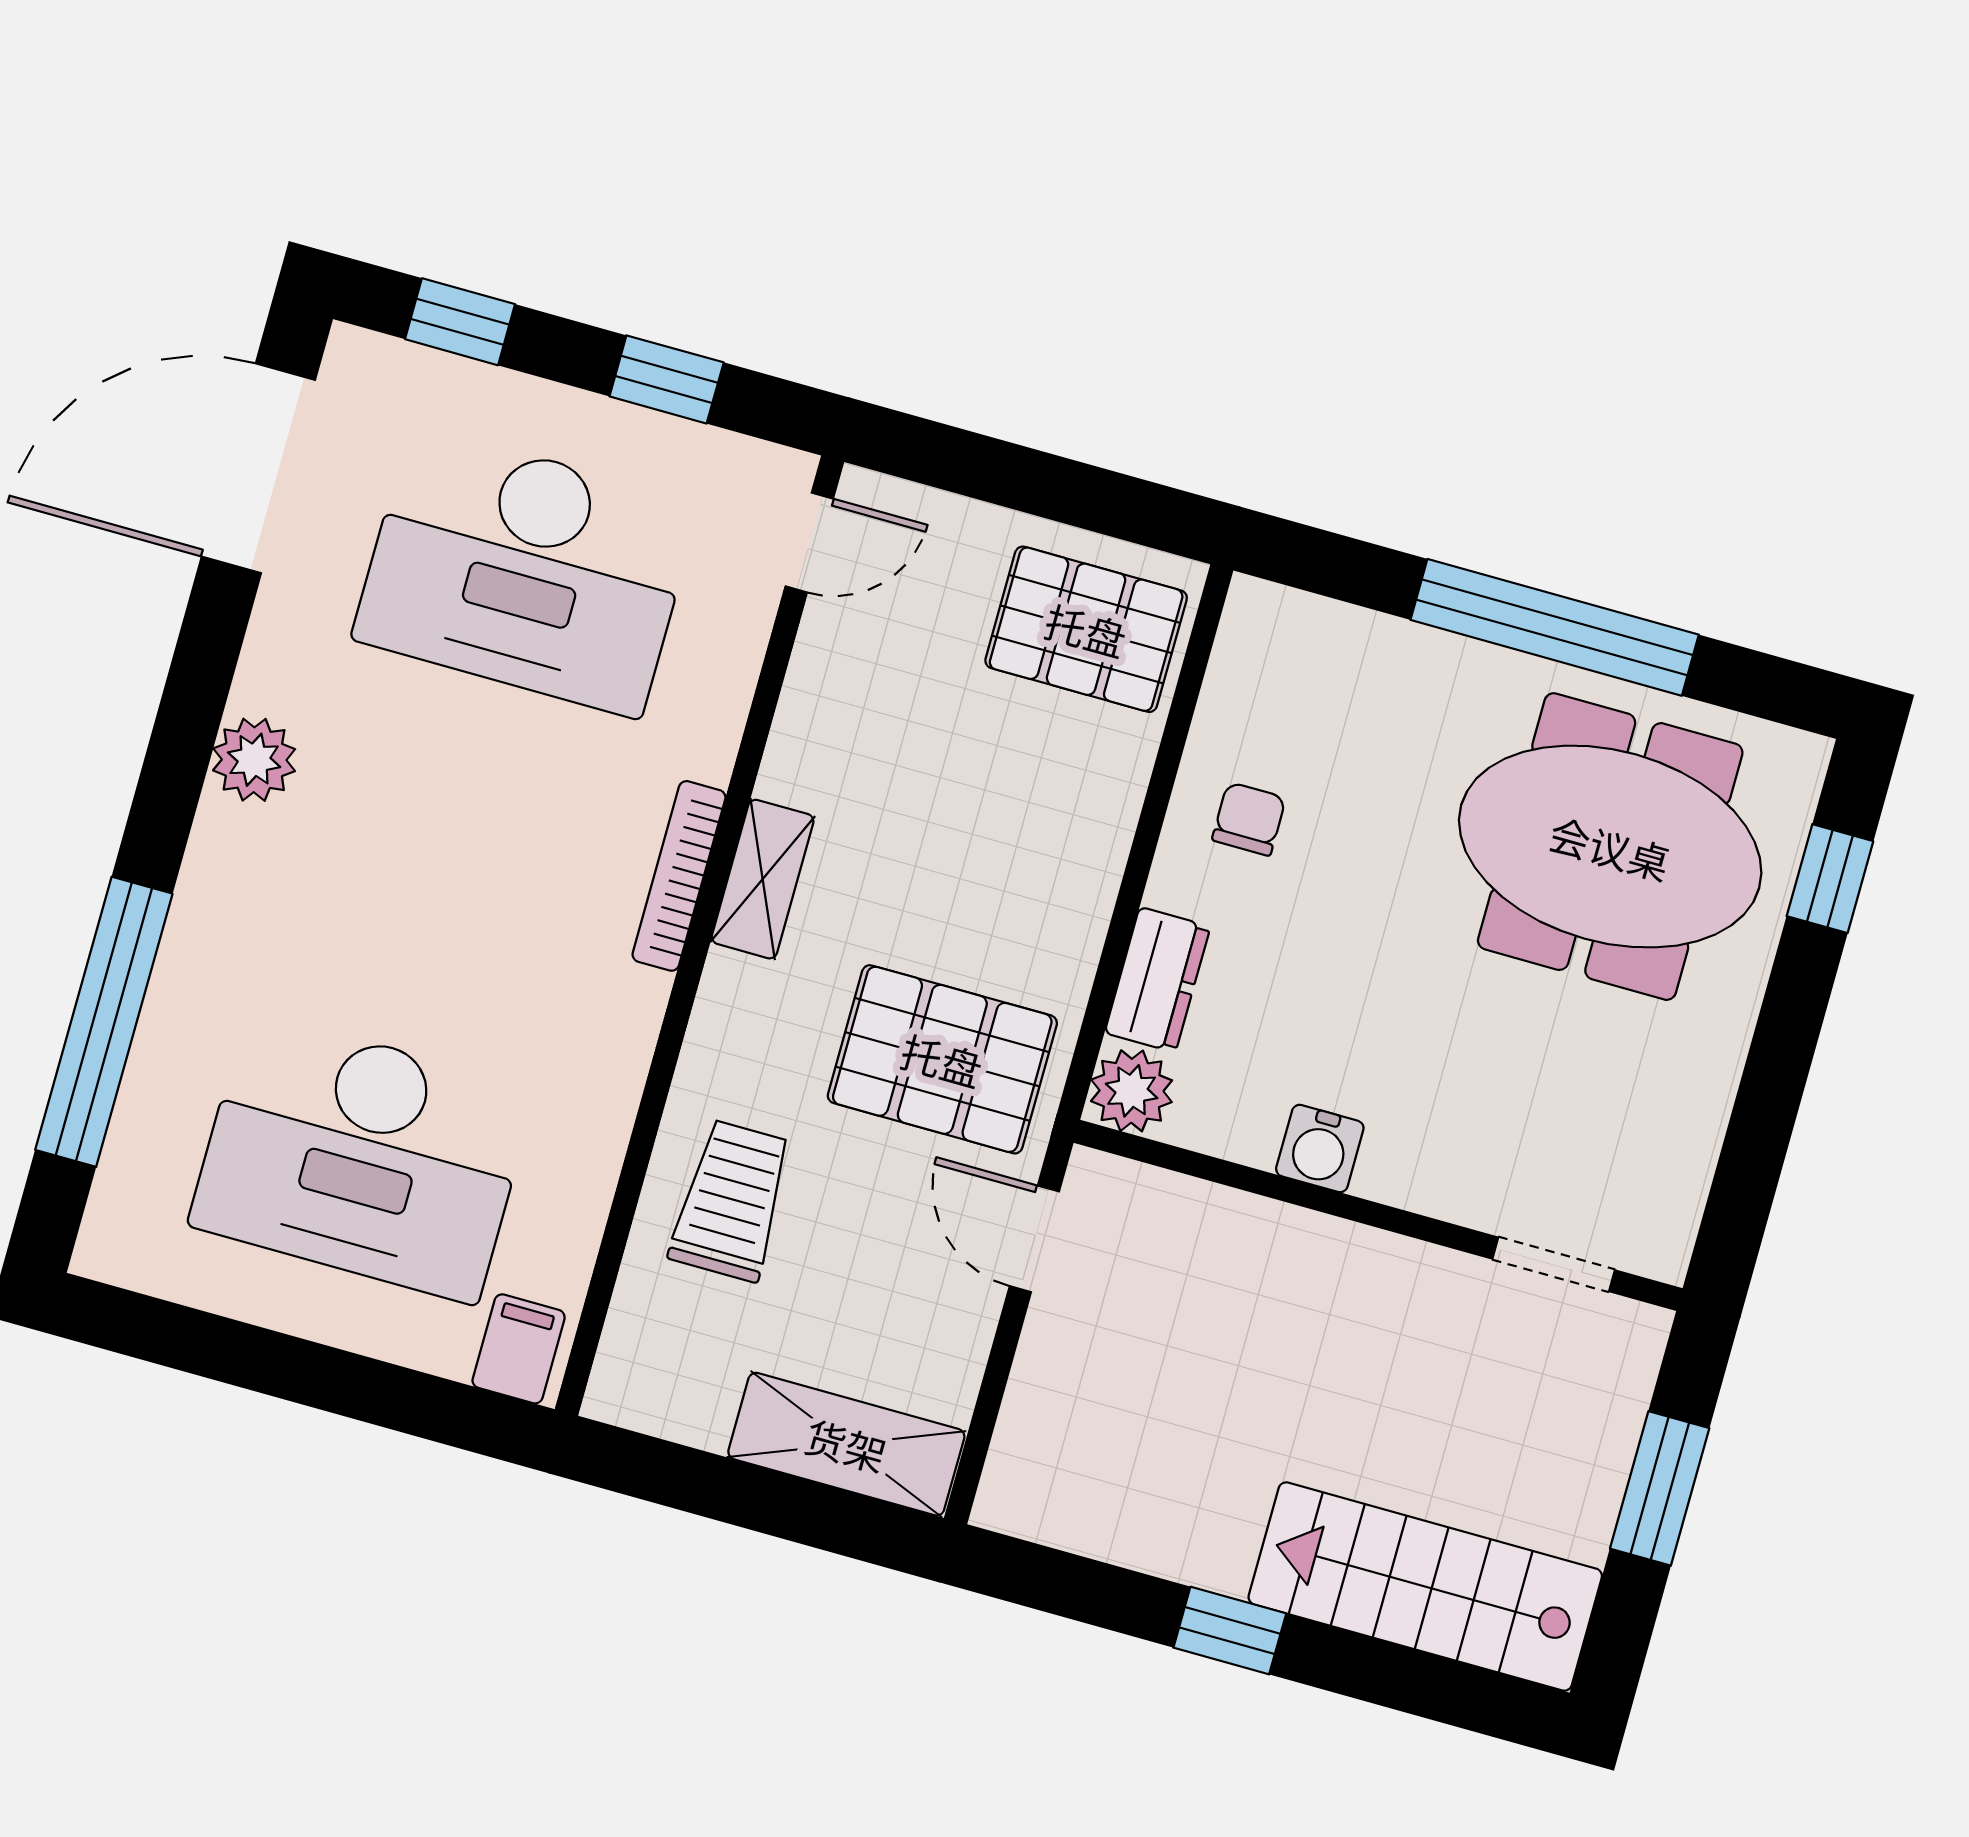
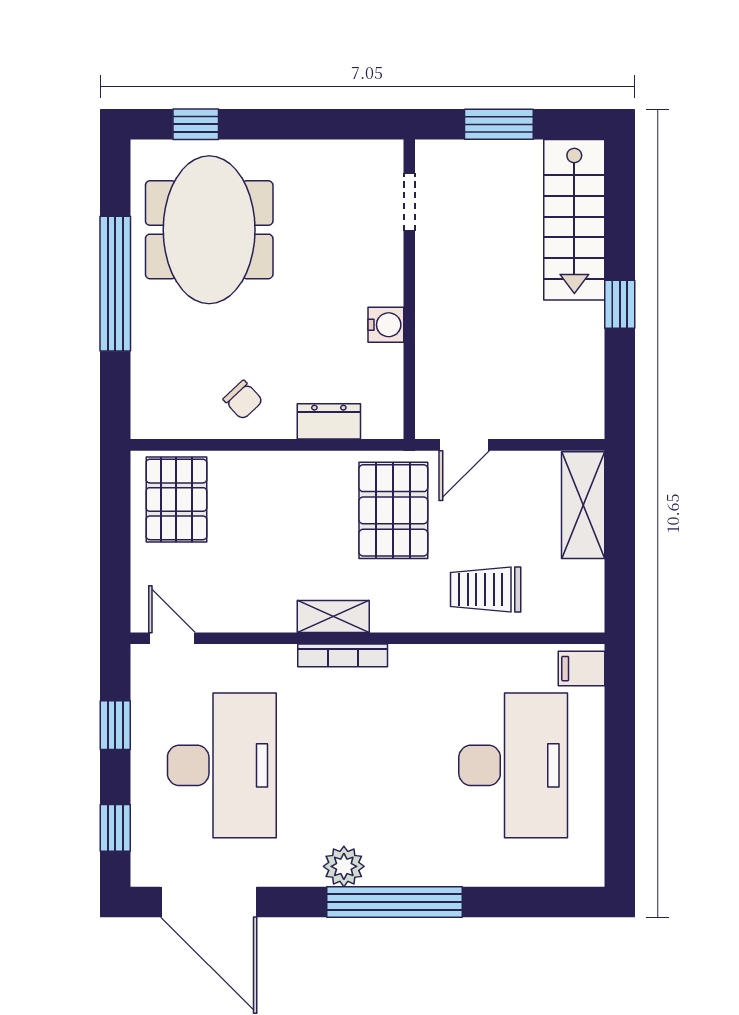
chair: (1249, 819) -> (243, 400), turned -133
window: (104, 1022) -> (395, 902), moved
plant: (1132, 1091) -> (383, 419), removed

